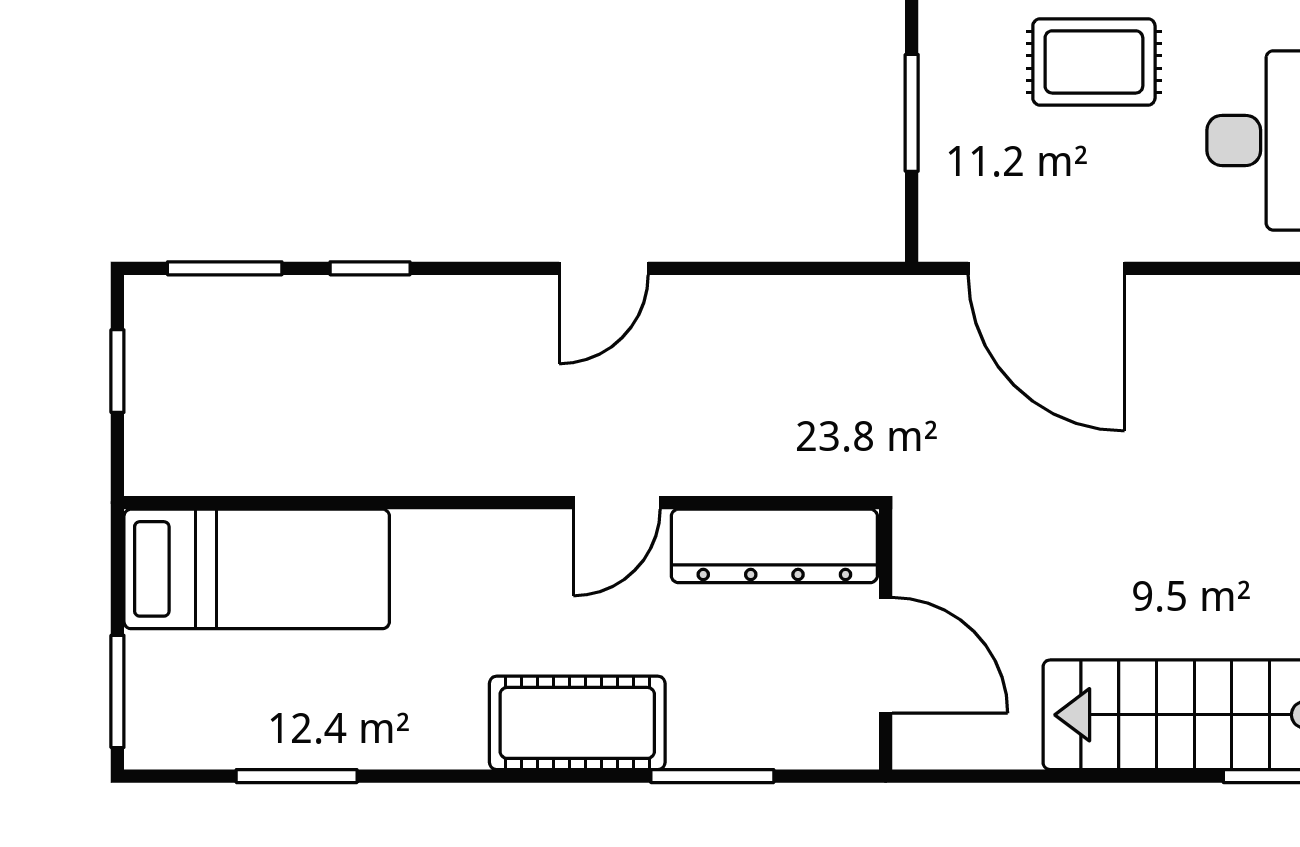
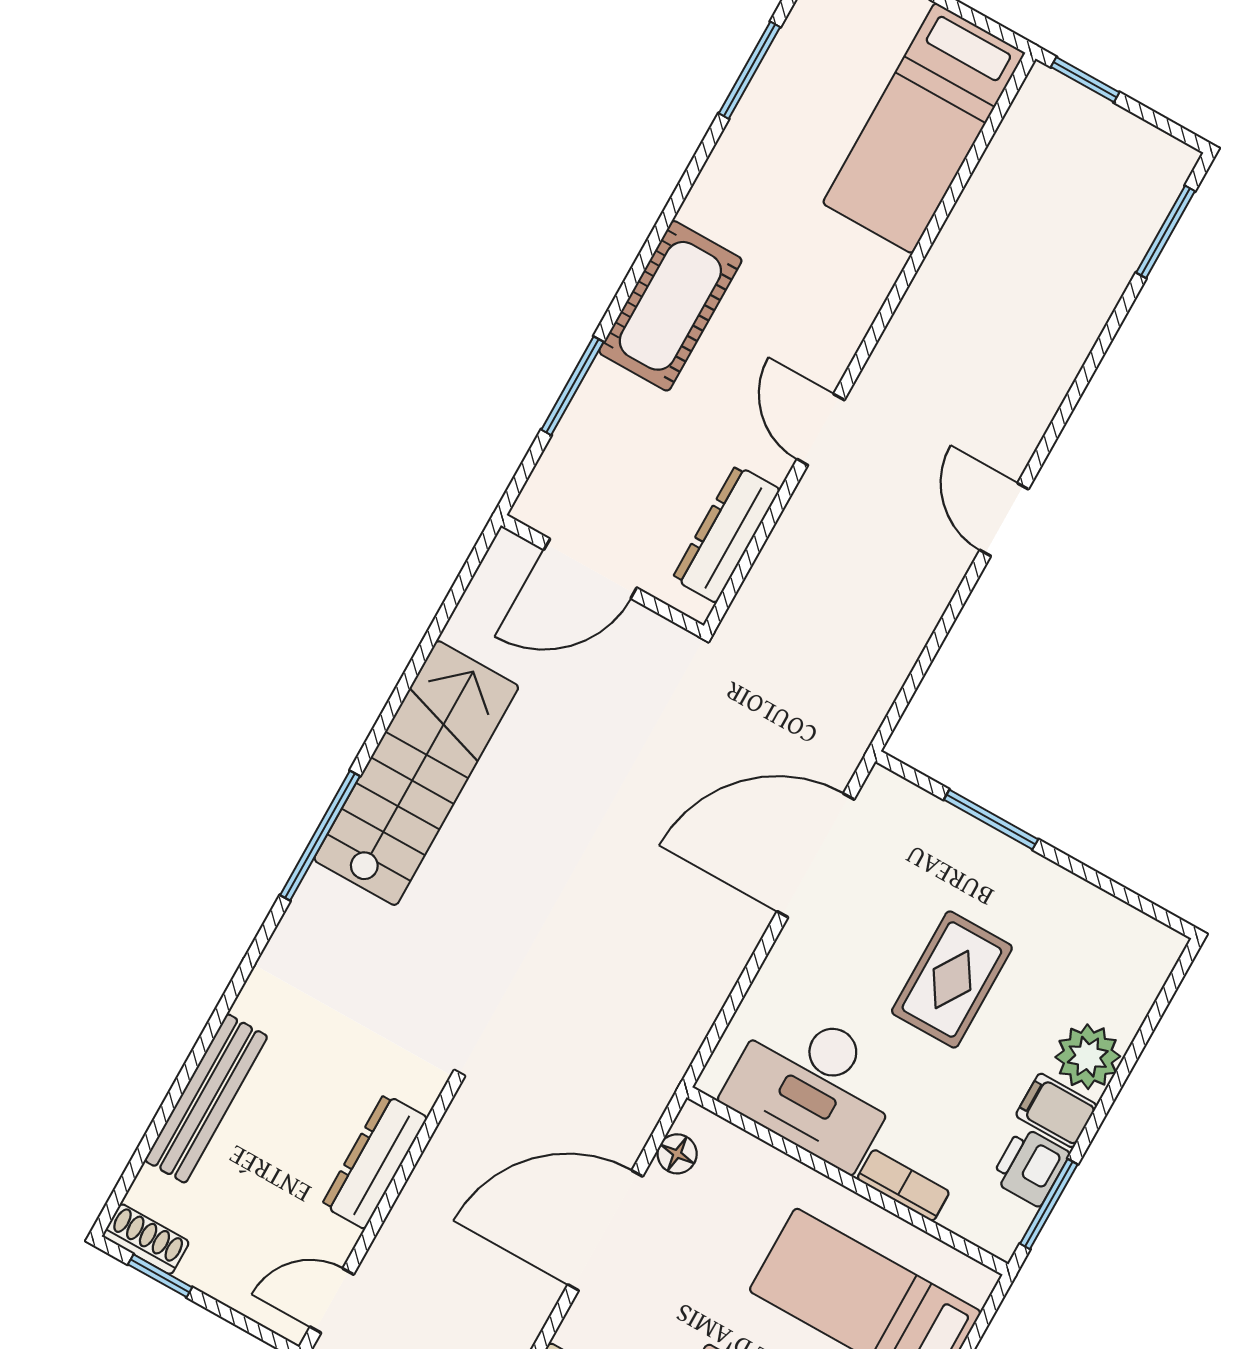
window: (370, 268) -> (1104, 342), removed
window: (117, 371) -> (1085, 80), moved
dresser: (774, 546) -> (726, 534), width x0.73, depth x0.80

